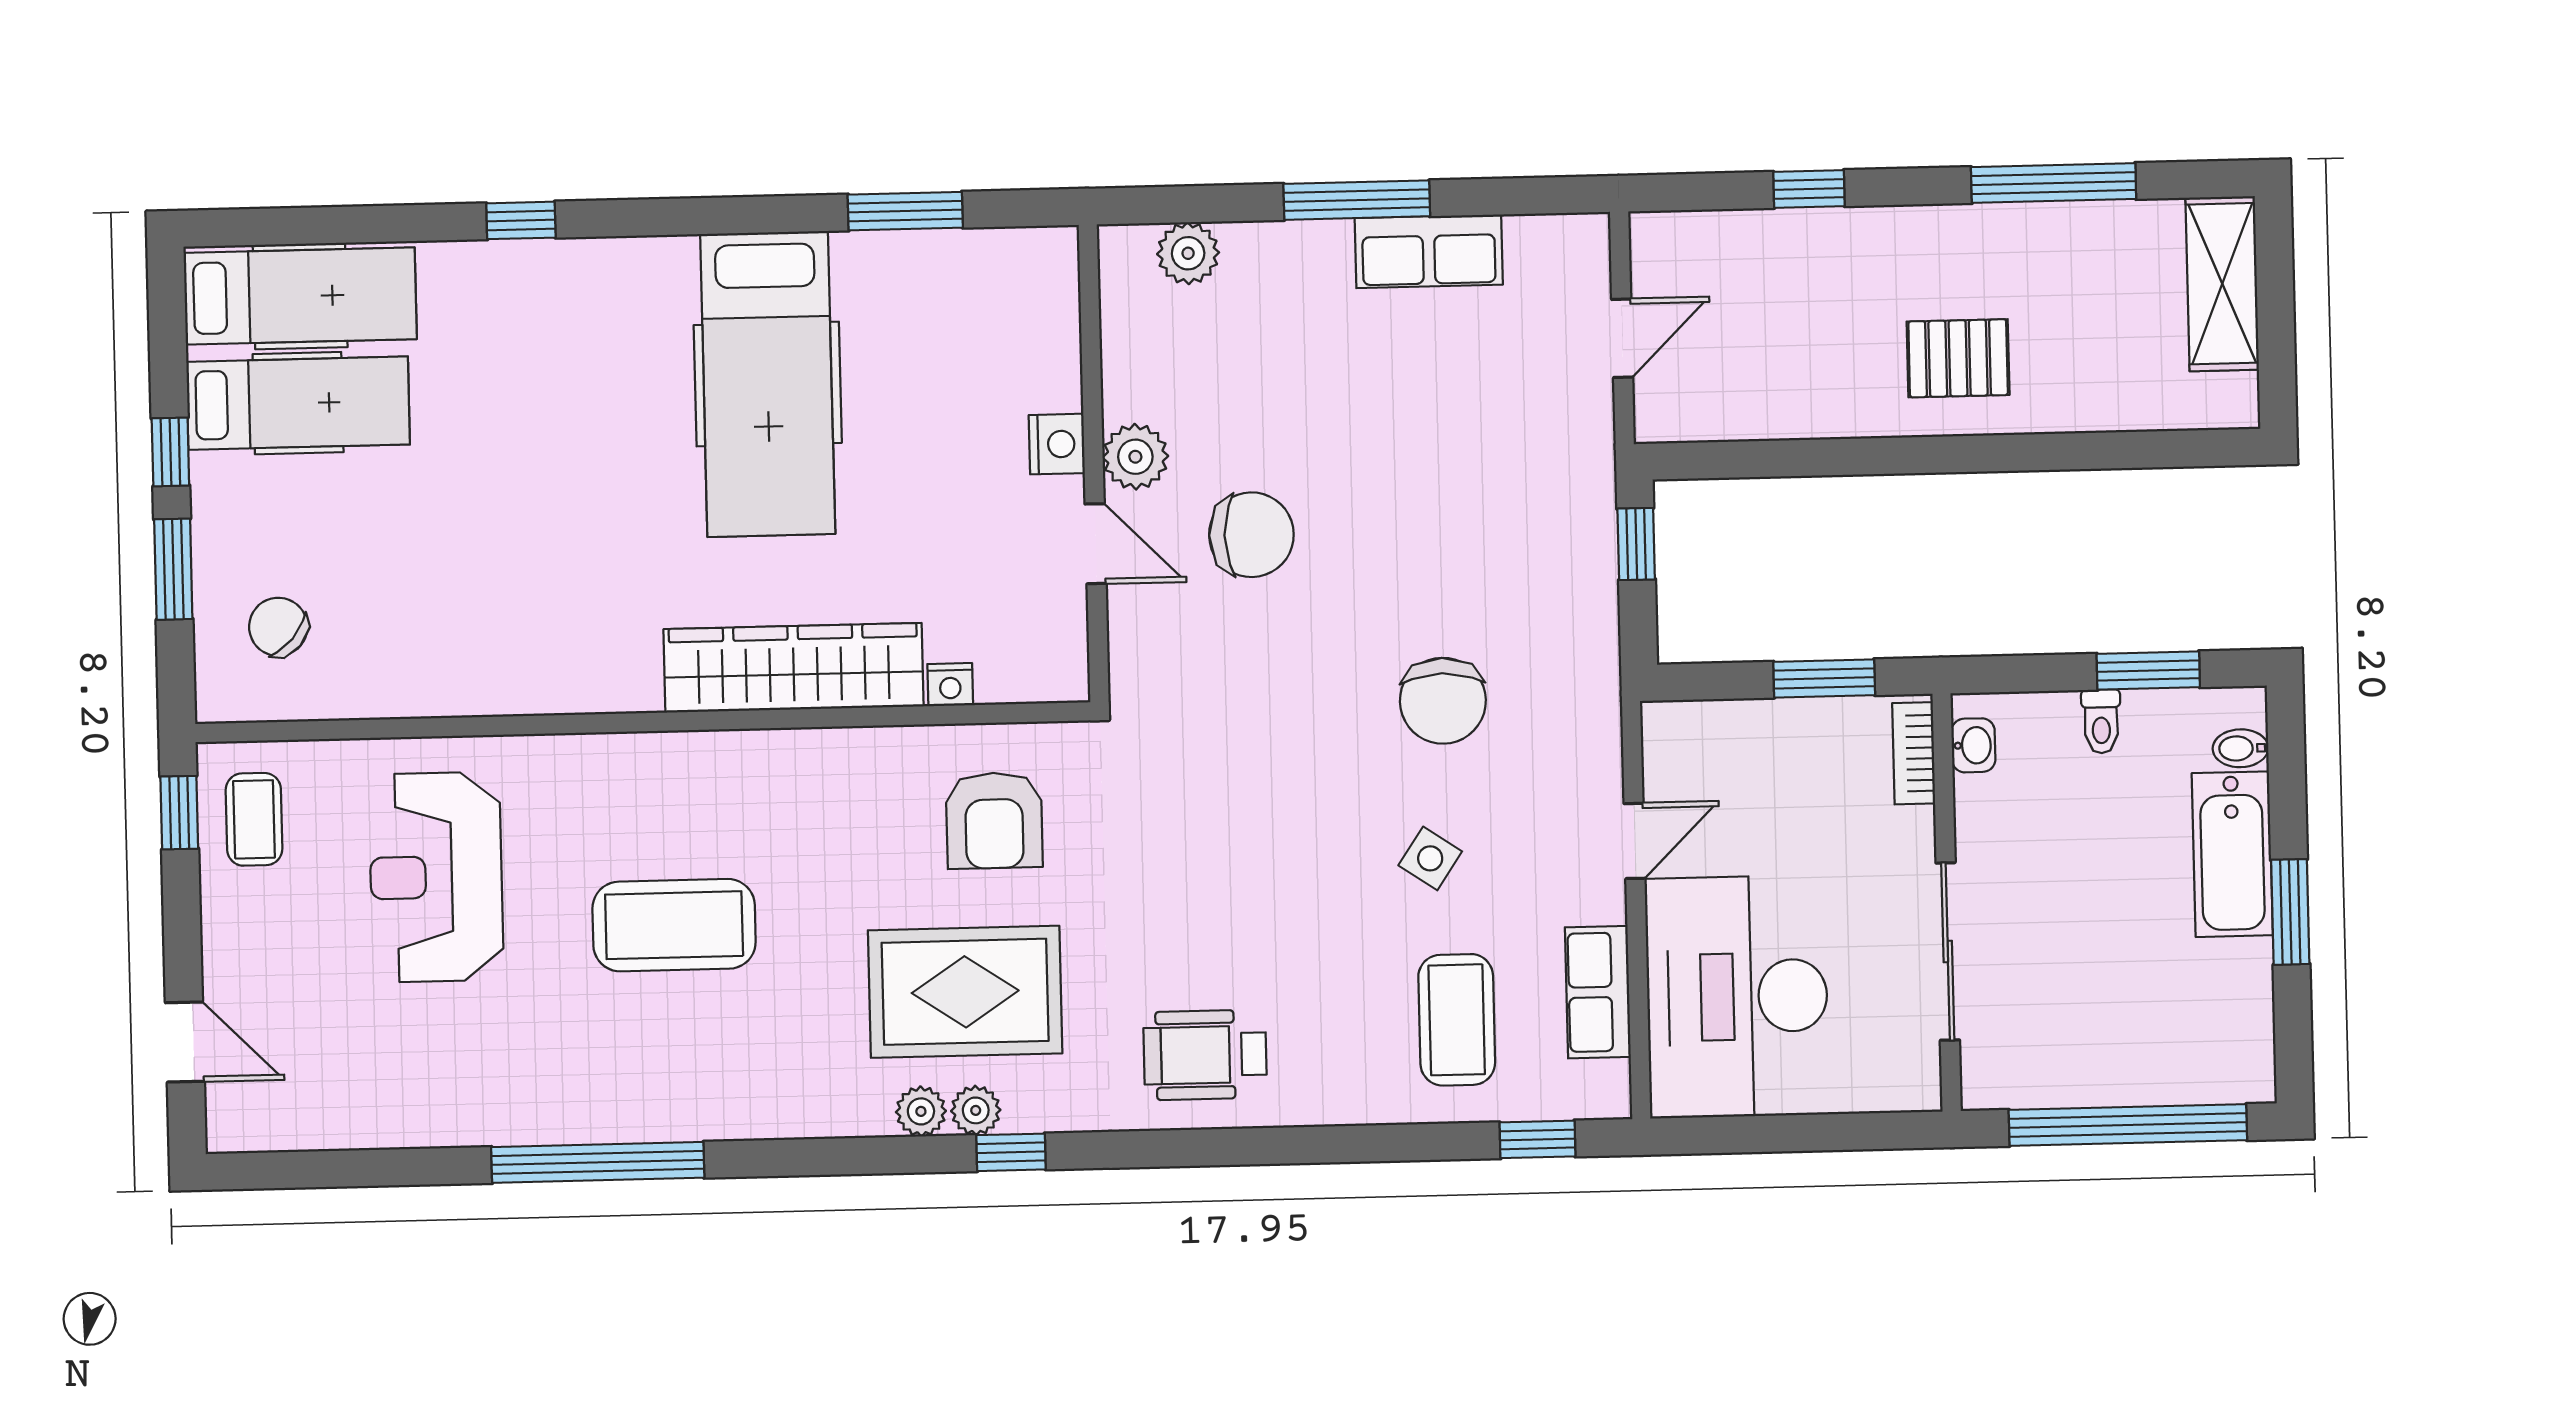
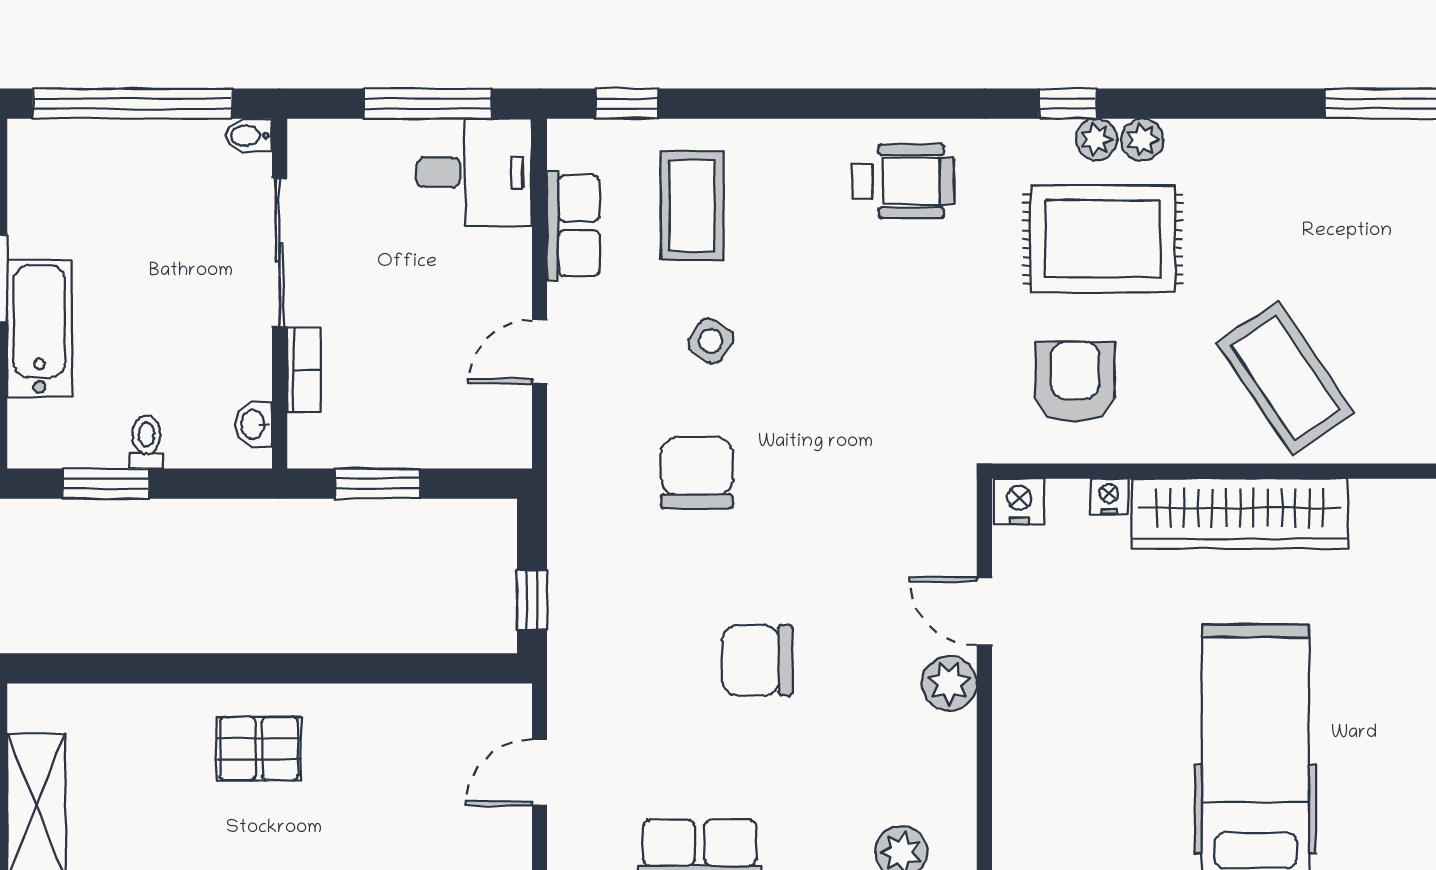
nightstand: (1057, 444) -> (1019, 501), moved, turned 90
chair: (1251, 535) -> (757, 660), moved
bidet: (2240, 748) -> (249, 136), moved, turned 180
bookcase: (1914, 753) -> (304, 370), moved
coffee table: (674, 925) -> (1285, 378), moved, turned 56
desk: (1737, 997) -> (474, 172), width x0.53, depth x0.77
window: (1775, 1134) -> (428, 104), added

